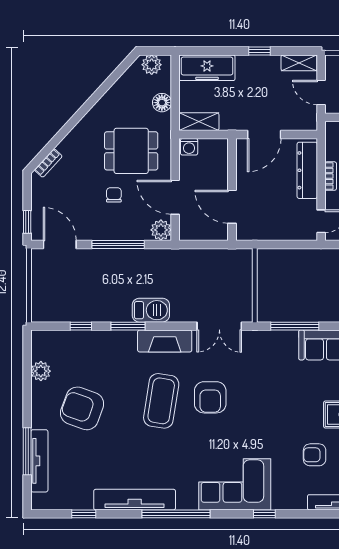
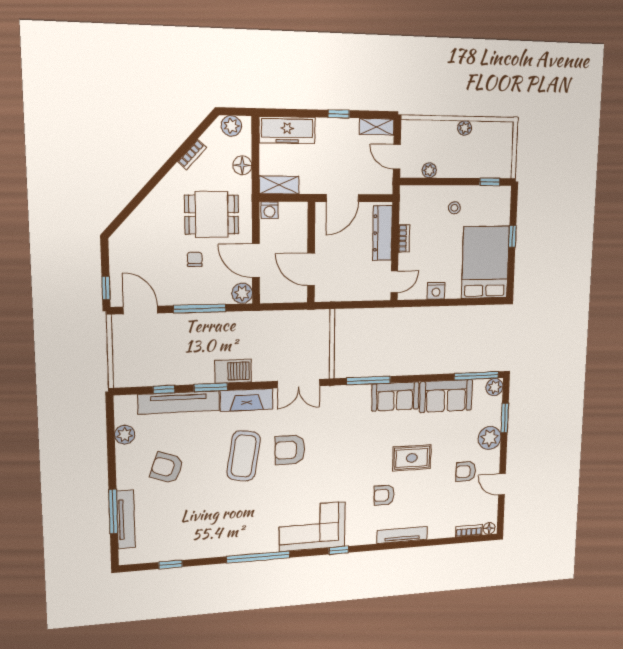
bookcase: (48, 163) -> (192, 155), moved
armchair: (210, 397) -> (290, 450), turned 90
armchair: (82, 408) -> (167, 468), width x0.73, depth x0.73
tv unit: (135, 500) -> (179, 402), moved, turned 180

